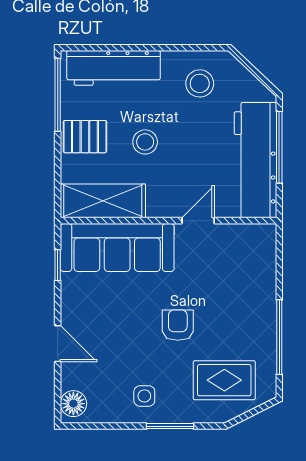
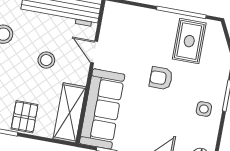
stool: (145, 142) -> (46, 60), moved
rug: (224, 380) -> (189, 41), moved

